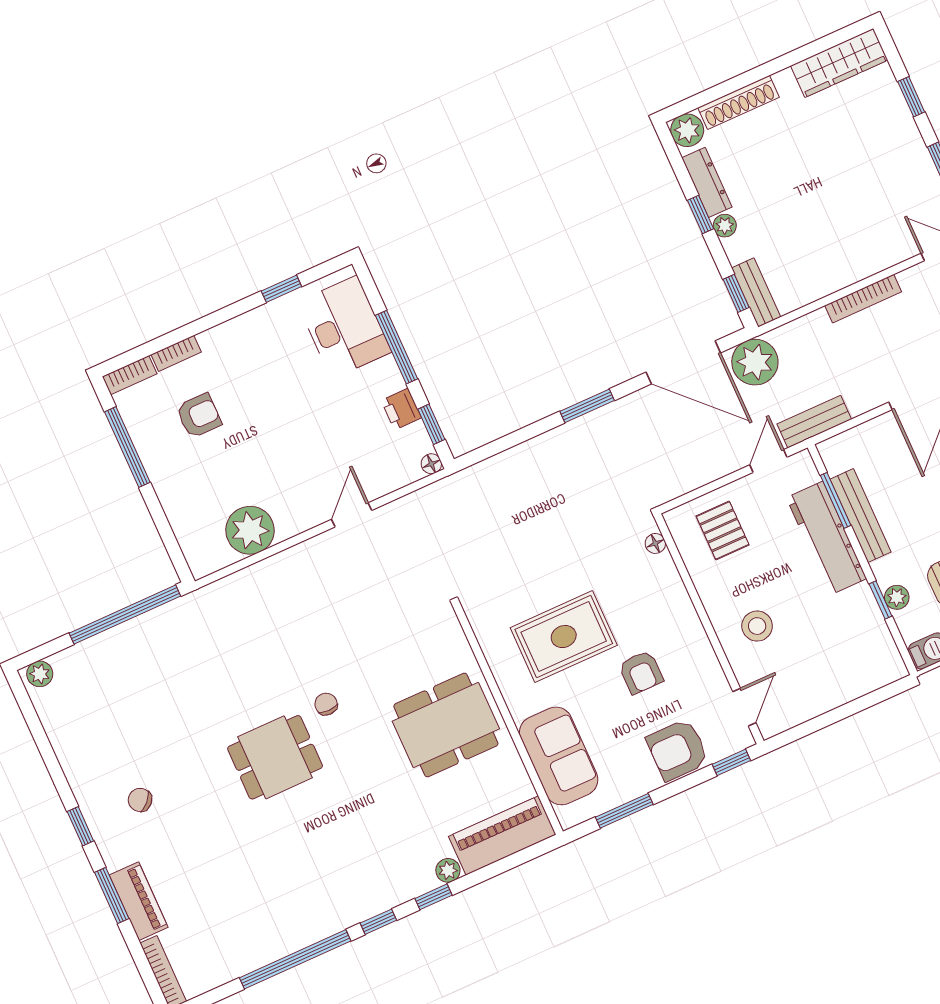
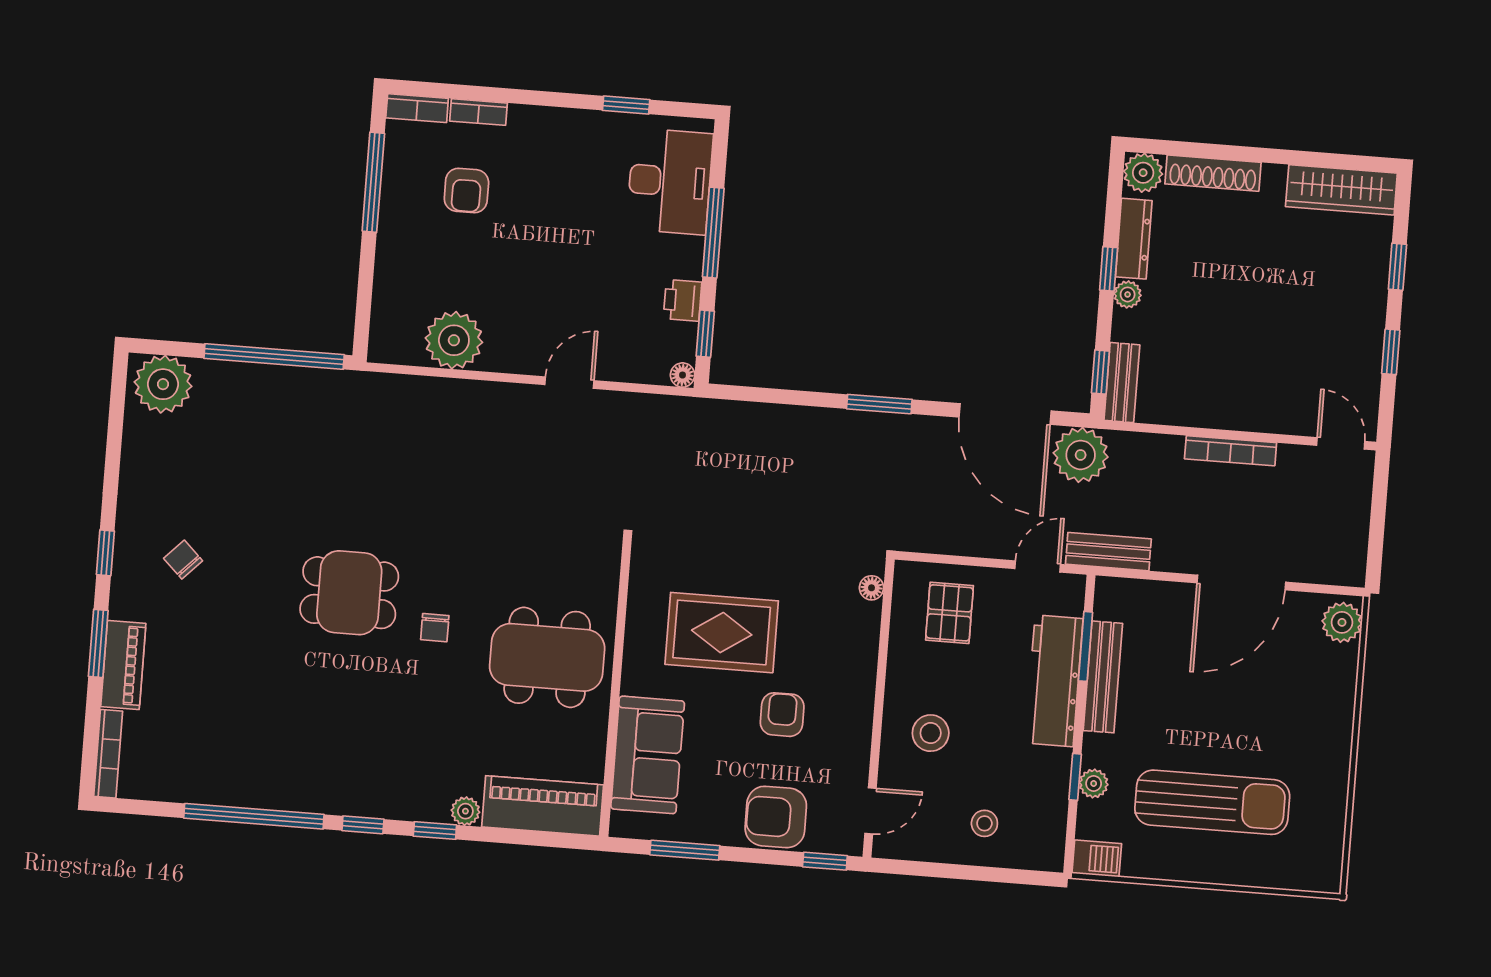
armchair: (199, 416) -> (466, 191), turned 90
stool: (833, 670) -> (984, 823), added
armchair: (641, 672) -> (782, 715), turned 180
plant: (40, 674) -> (163, 384), width x1.88, depth x1.88
chair: (326, 704) -> (435, 628), moved, turned 180

